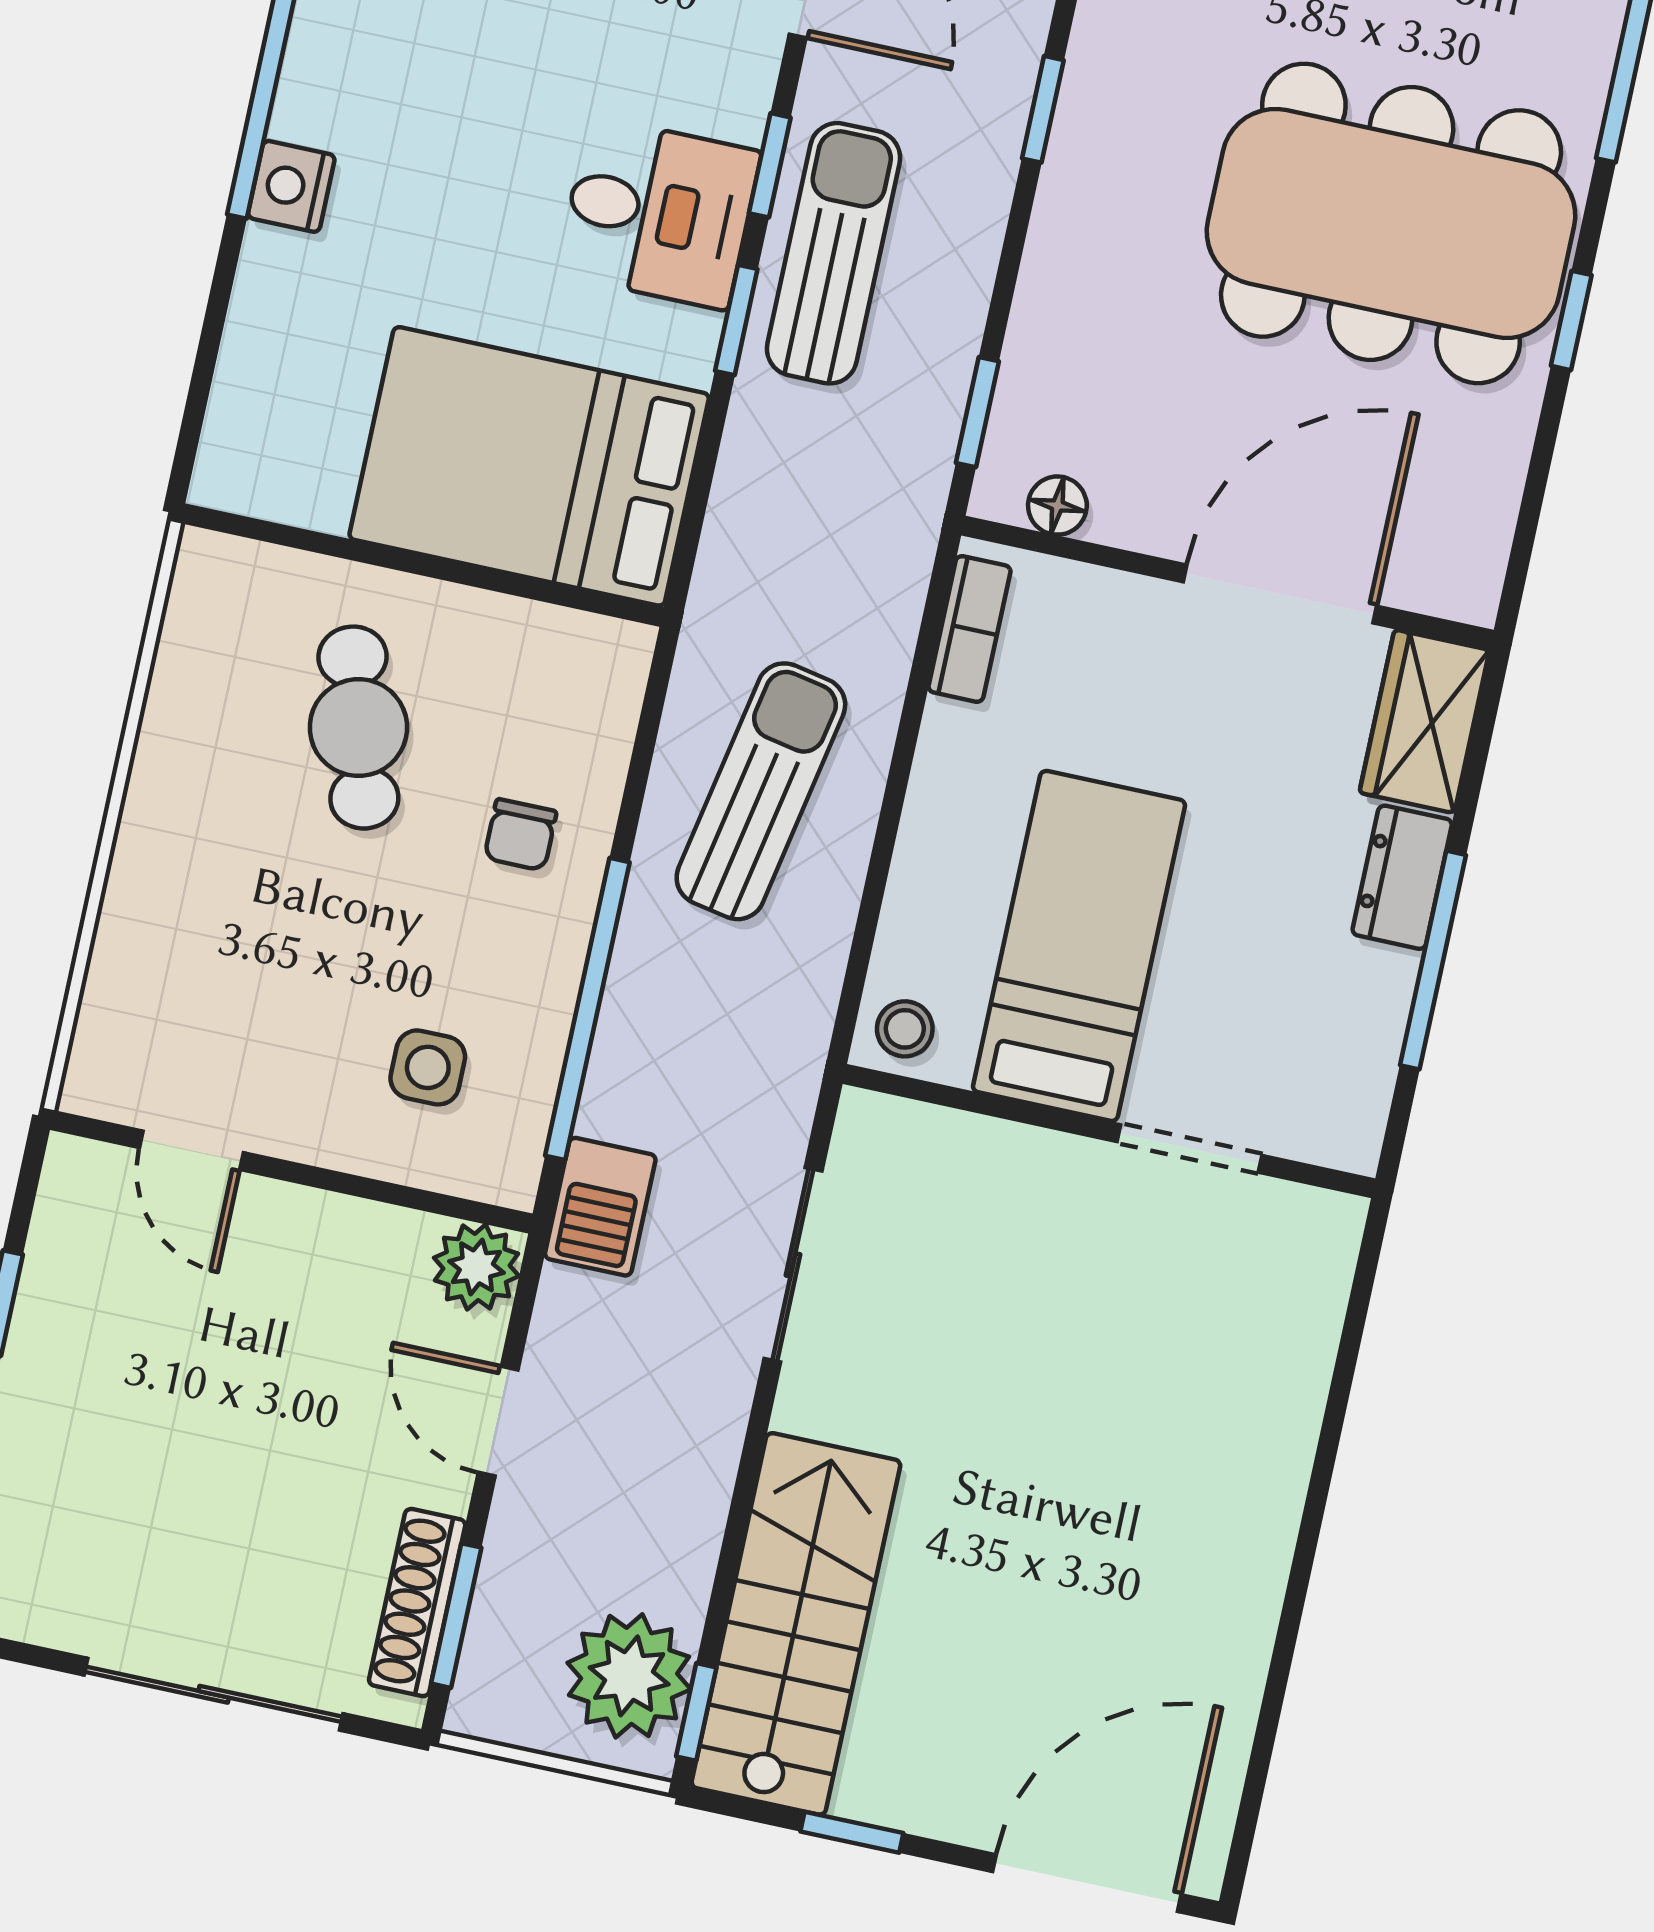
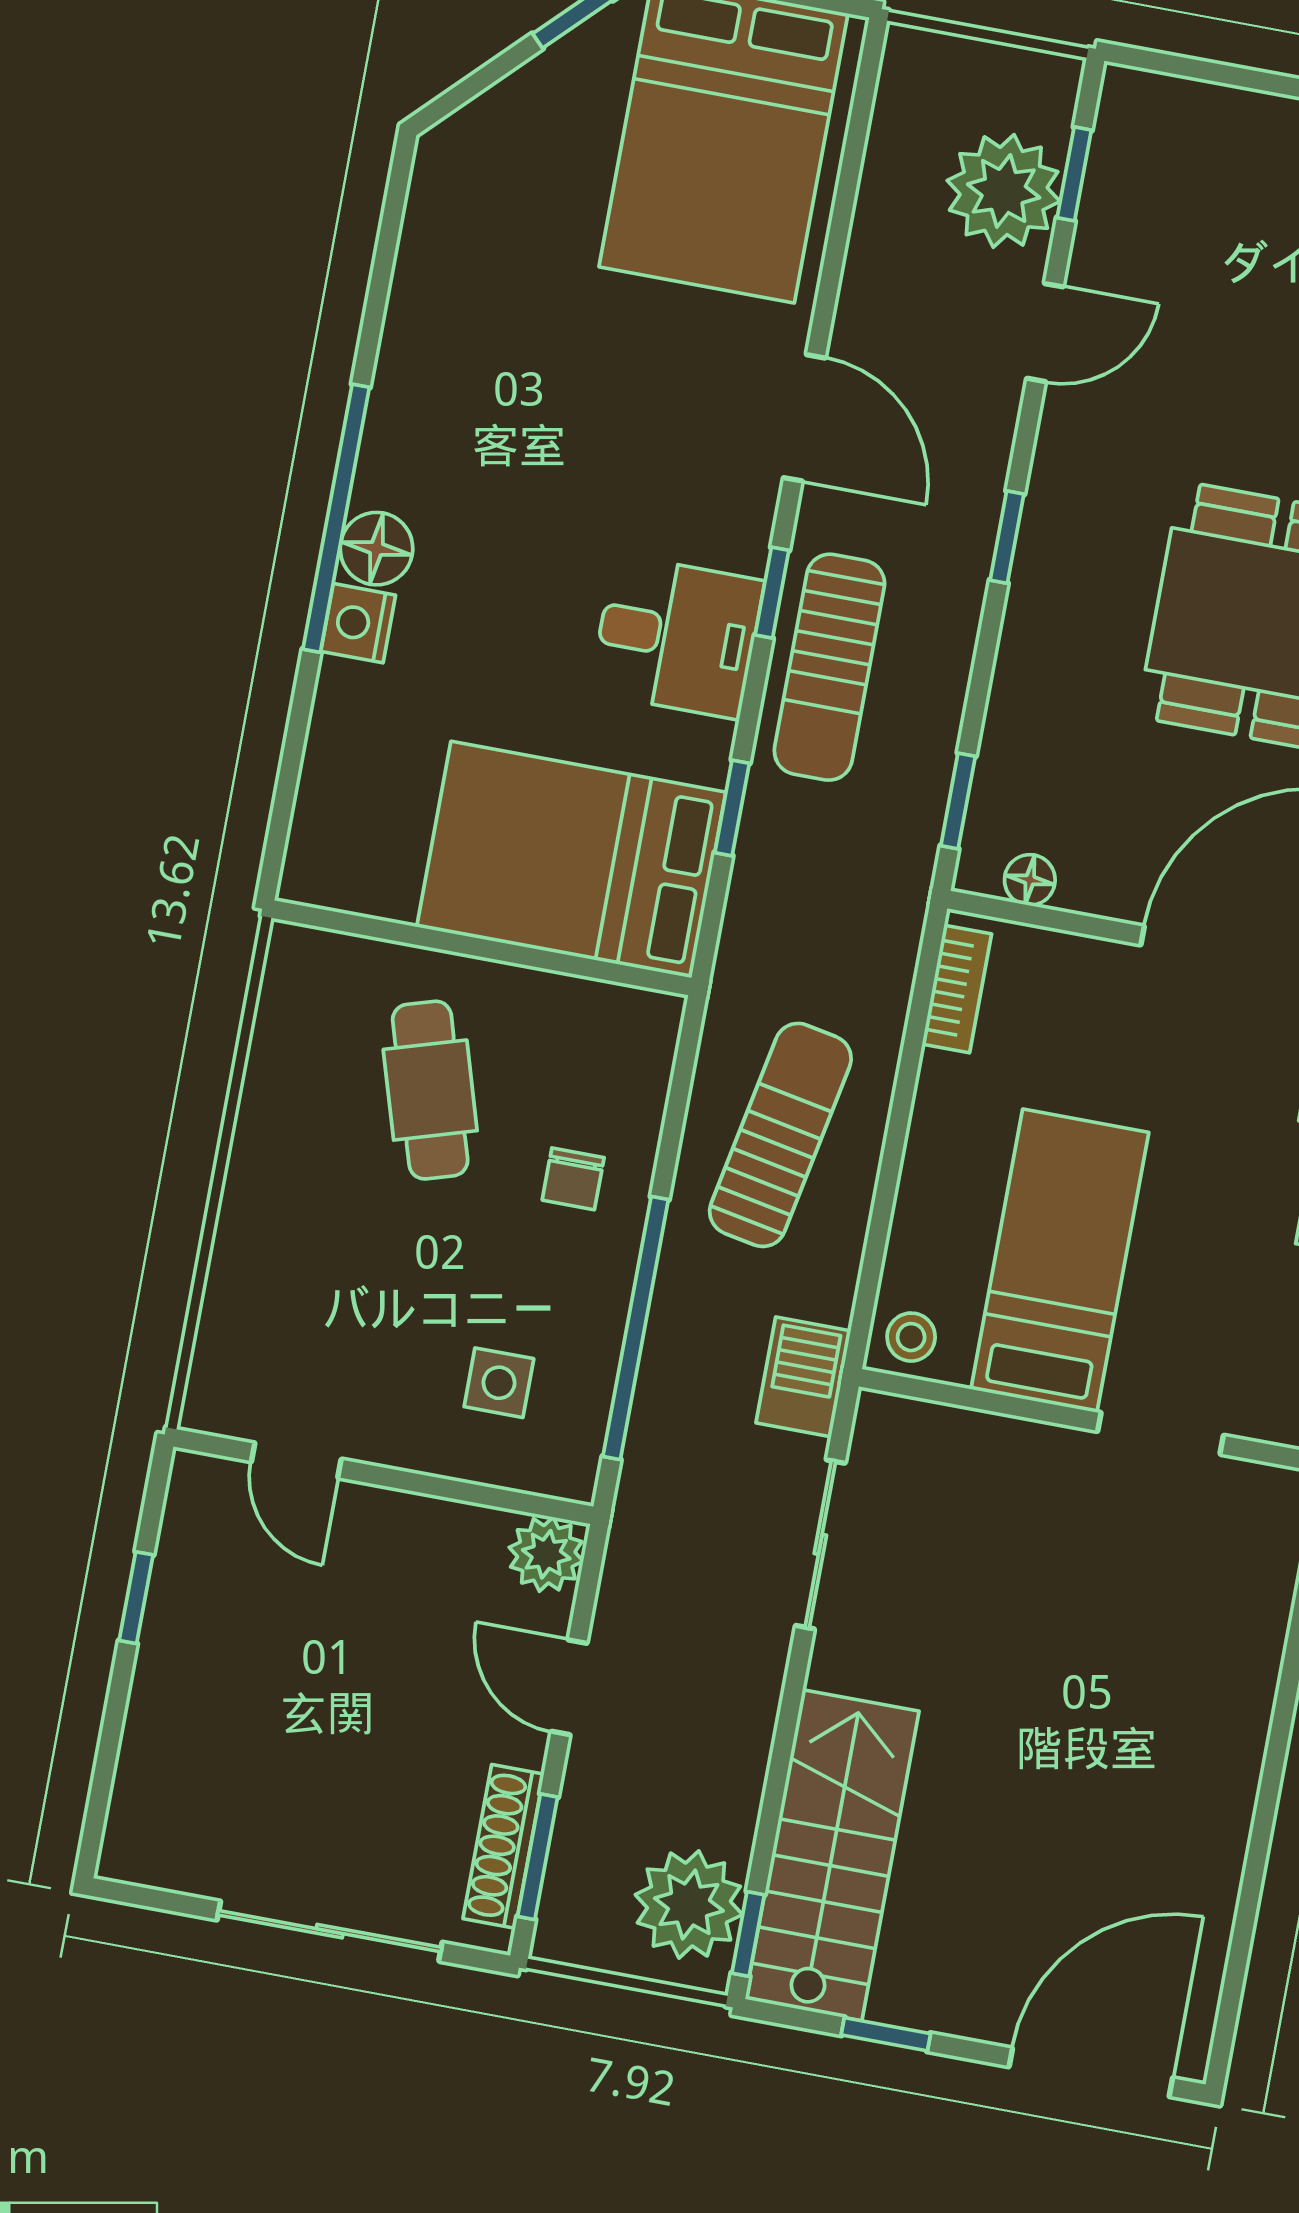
floor lamp: (315, 101) -> (377, 549), added
sun lounger: (834, 253) -> (829, 667), turned 180
window: (736, 320) -> (732, 808), moved
barbecue: (600, 1207) -> (803, 1377), moved, turned 180

